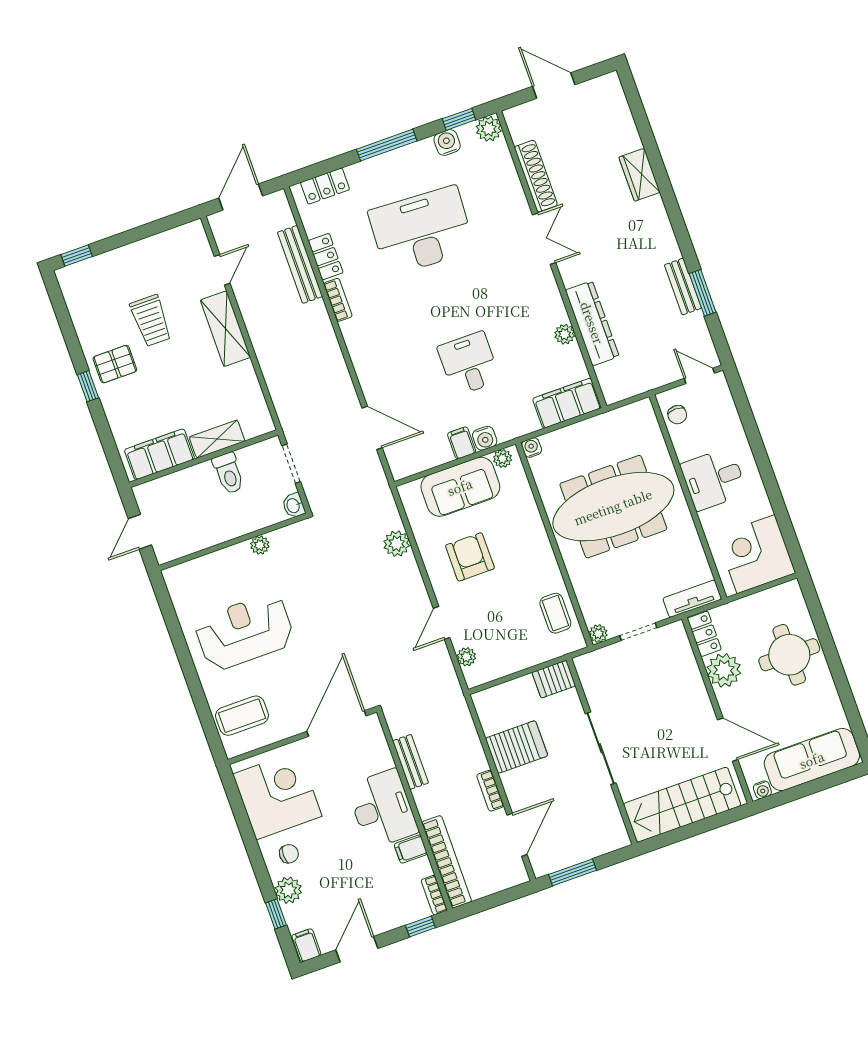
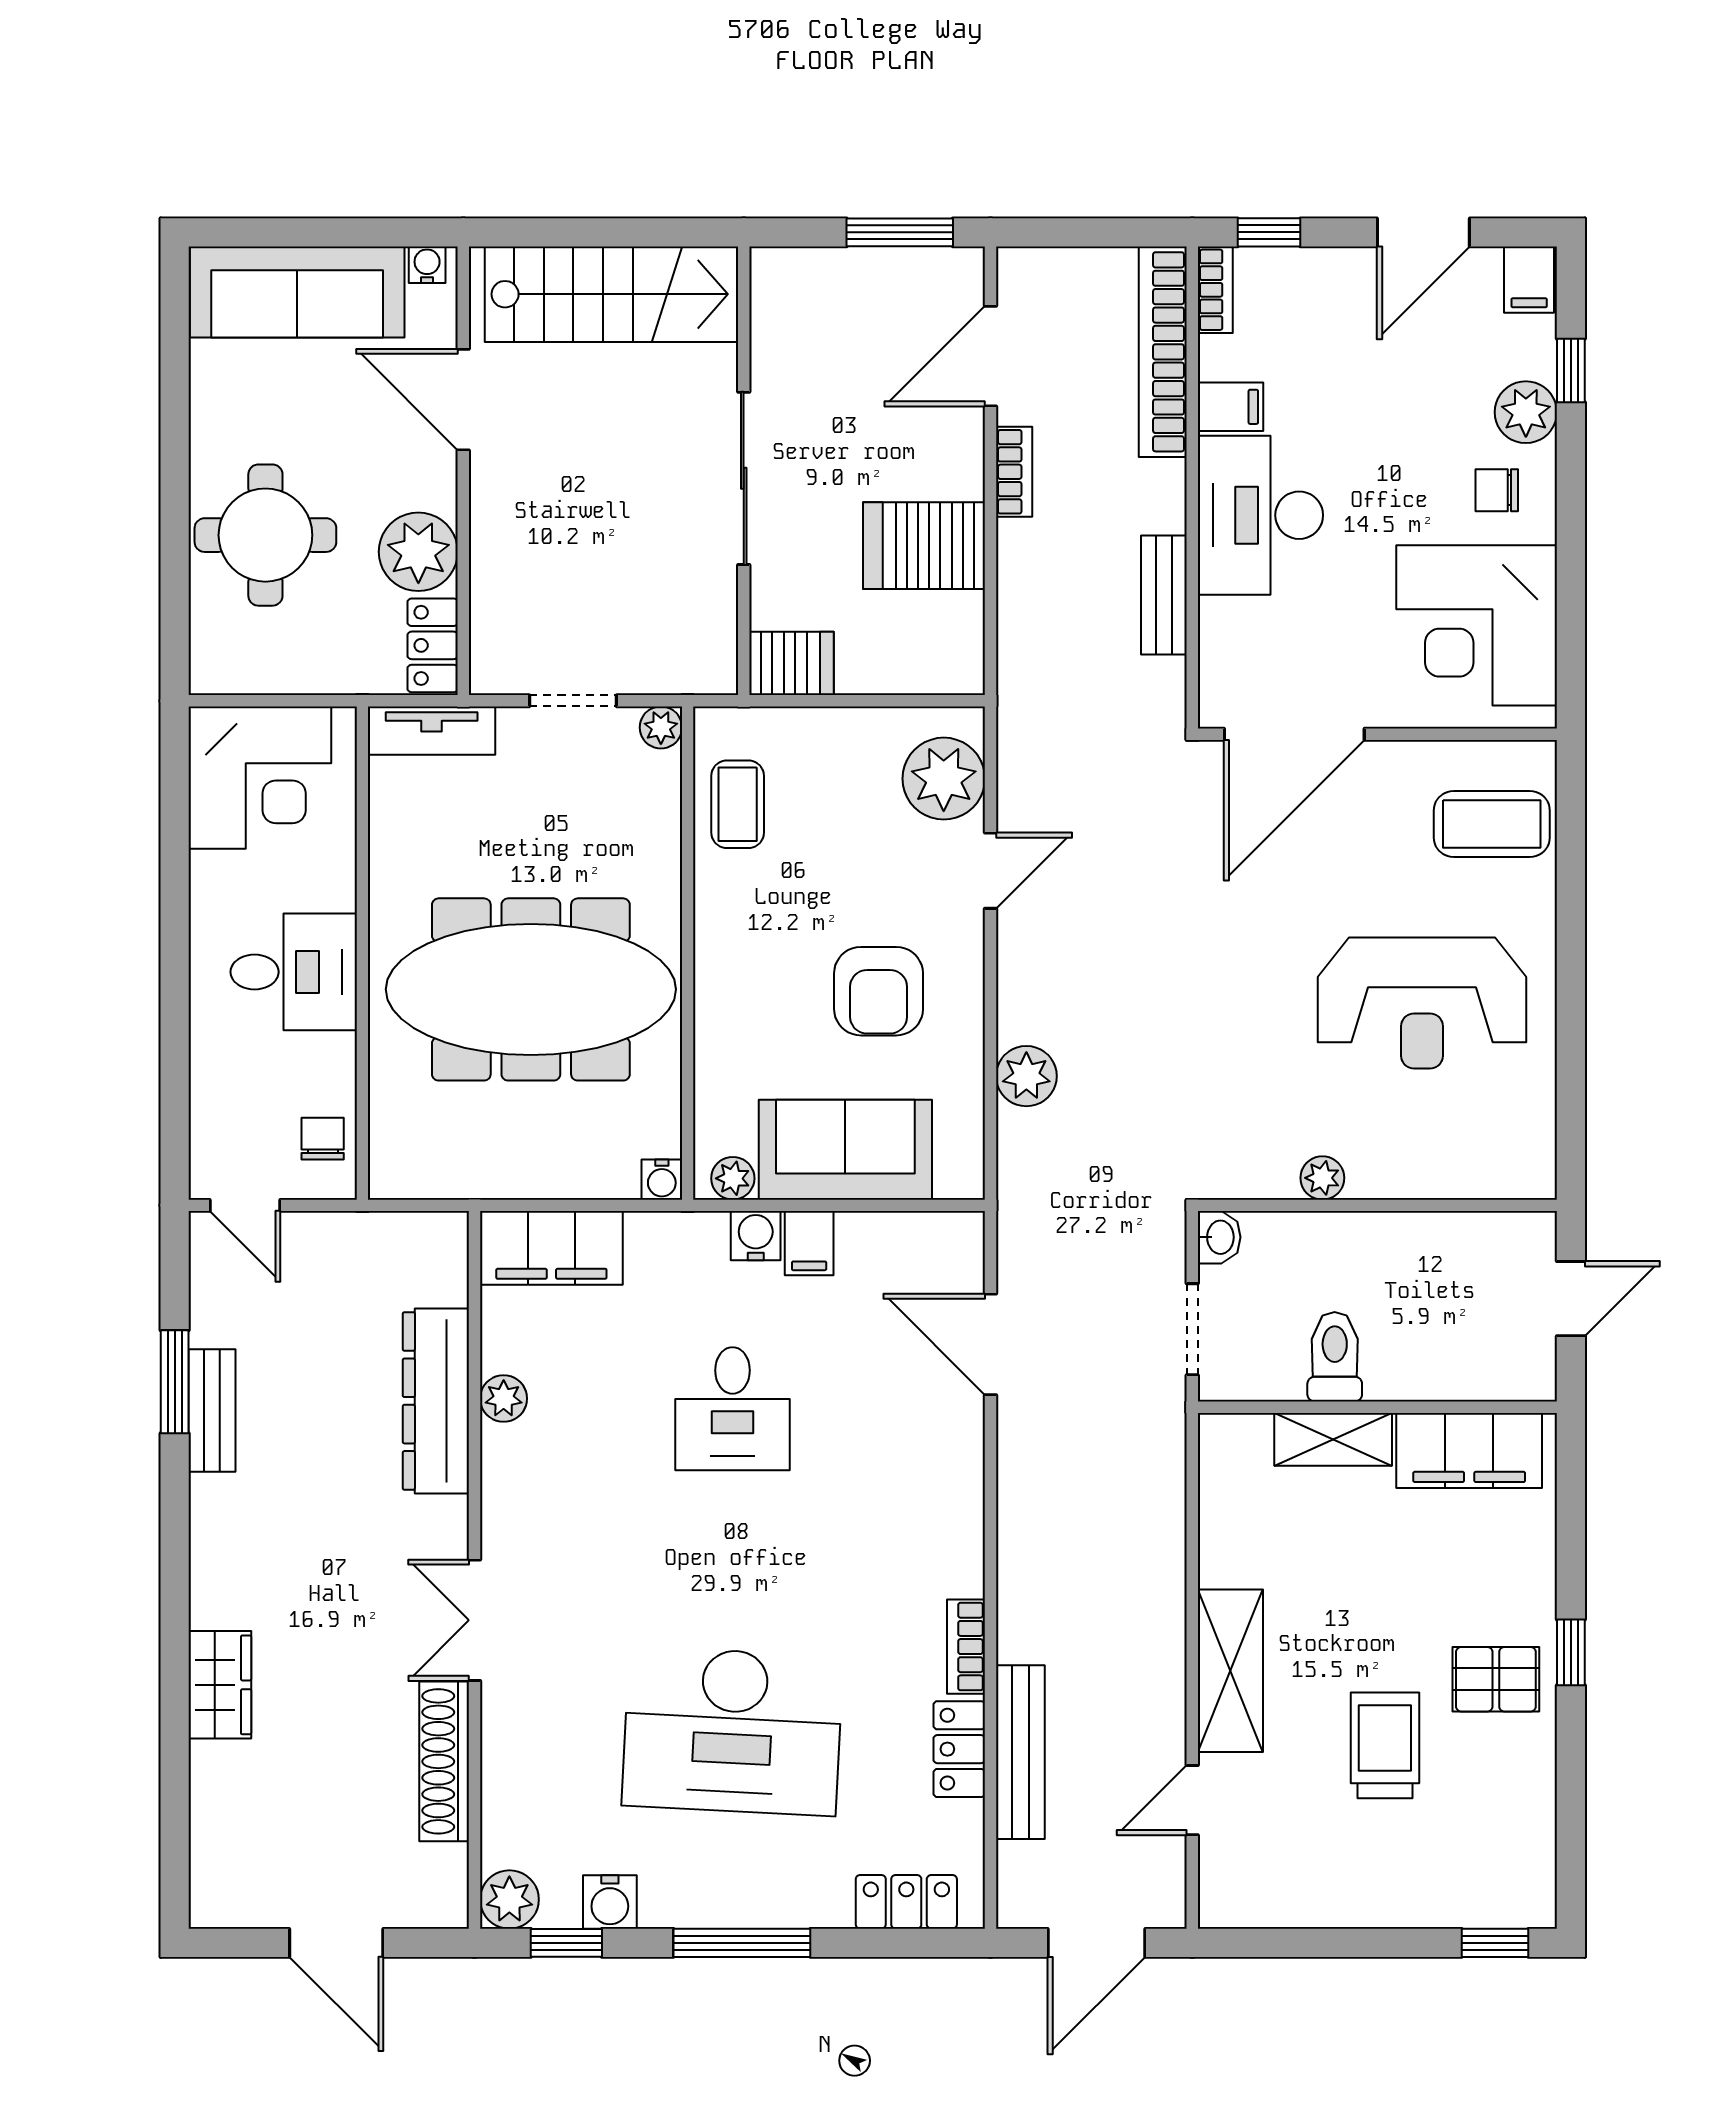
plant: (466, 657) -> (944, 779), width x1.87, depth x1.87

